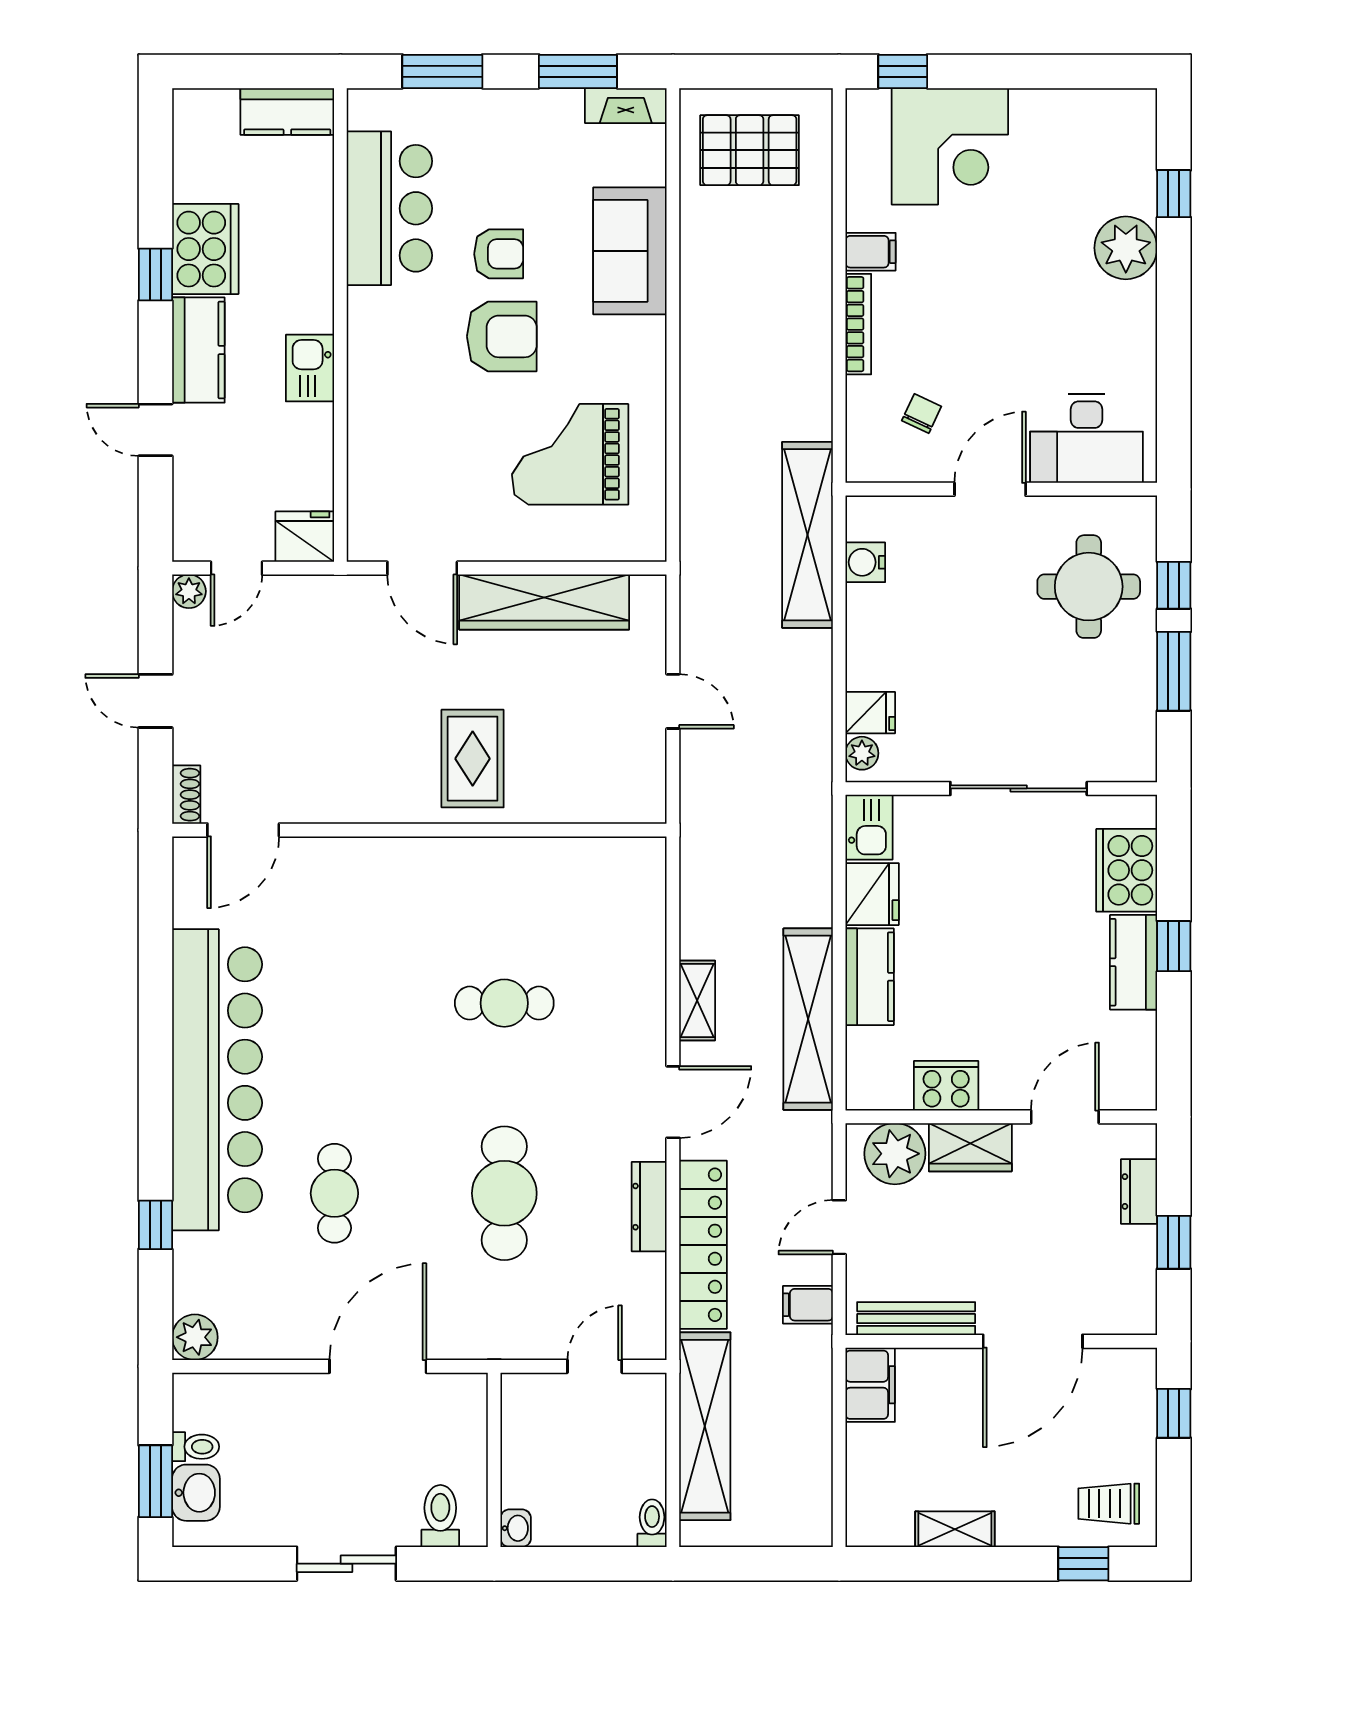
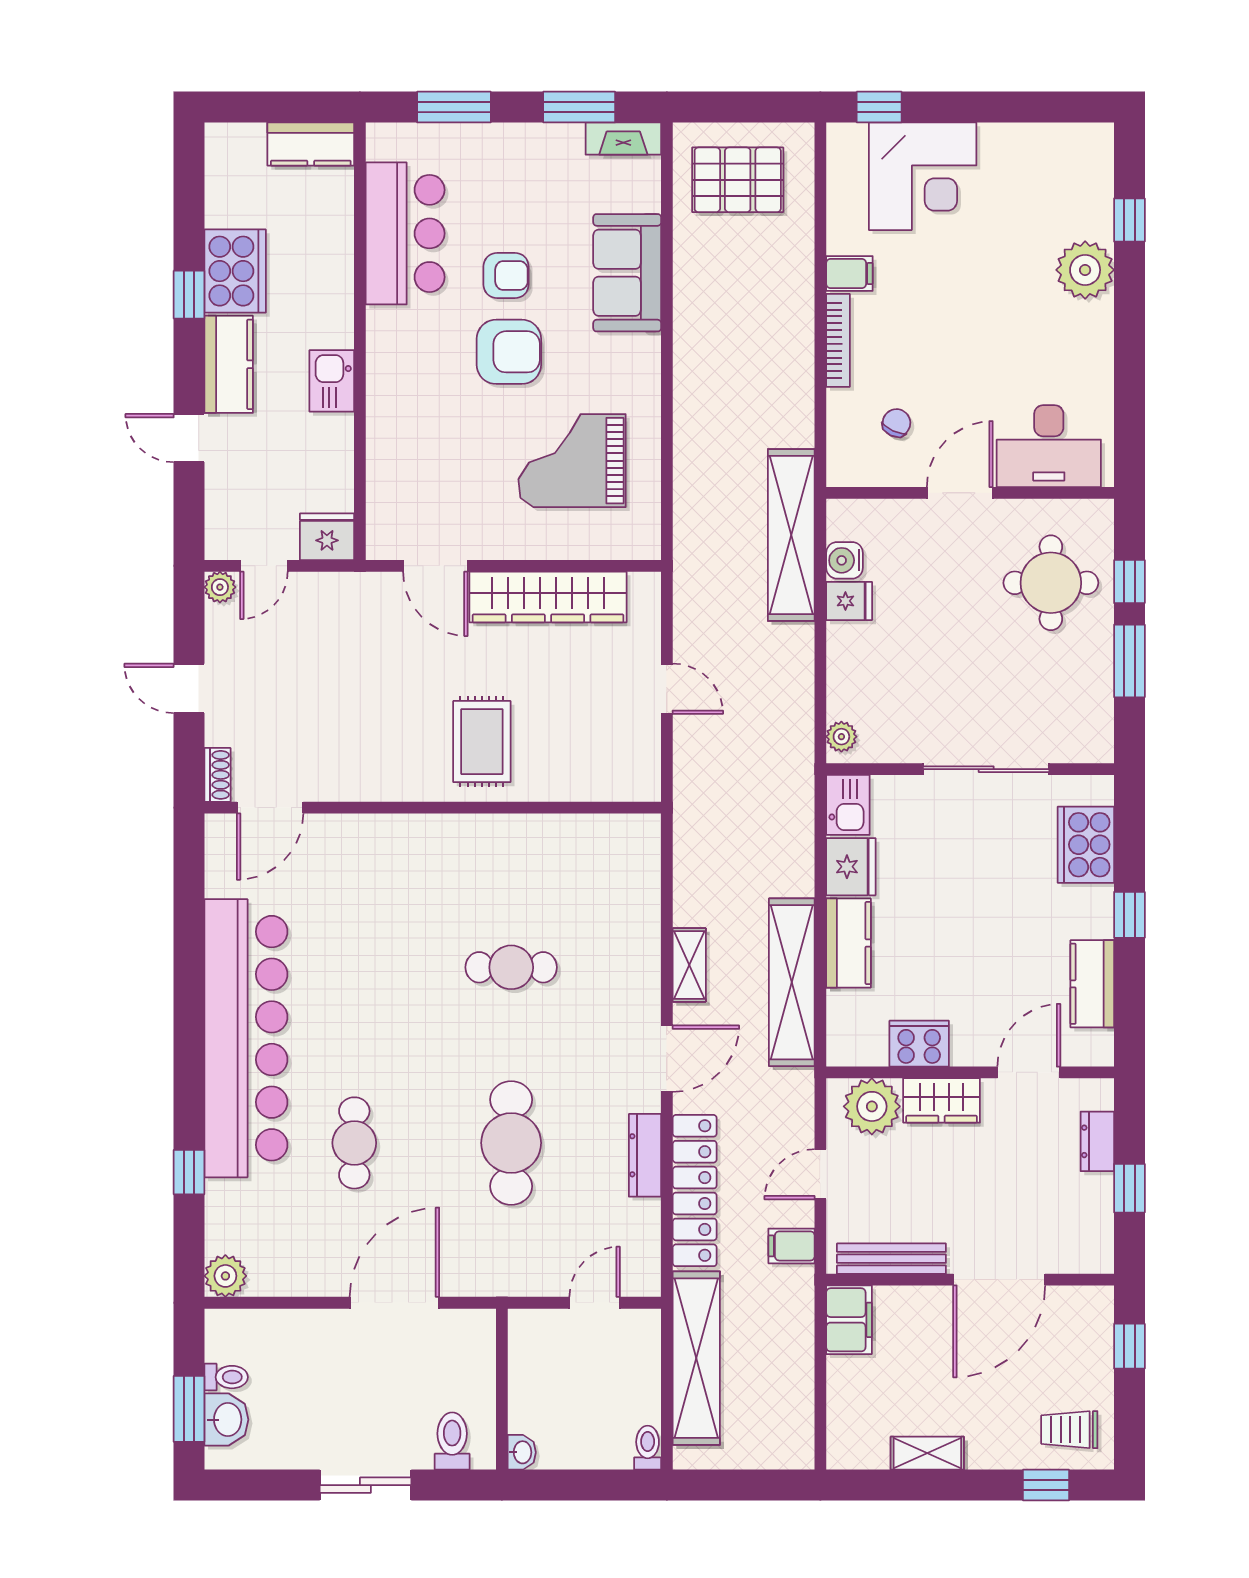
fridge: (870, 713) -> (849, 601), moved
kitchen counter: (1134, 962) -> (1092, 984), moved

